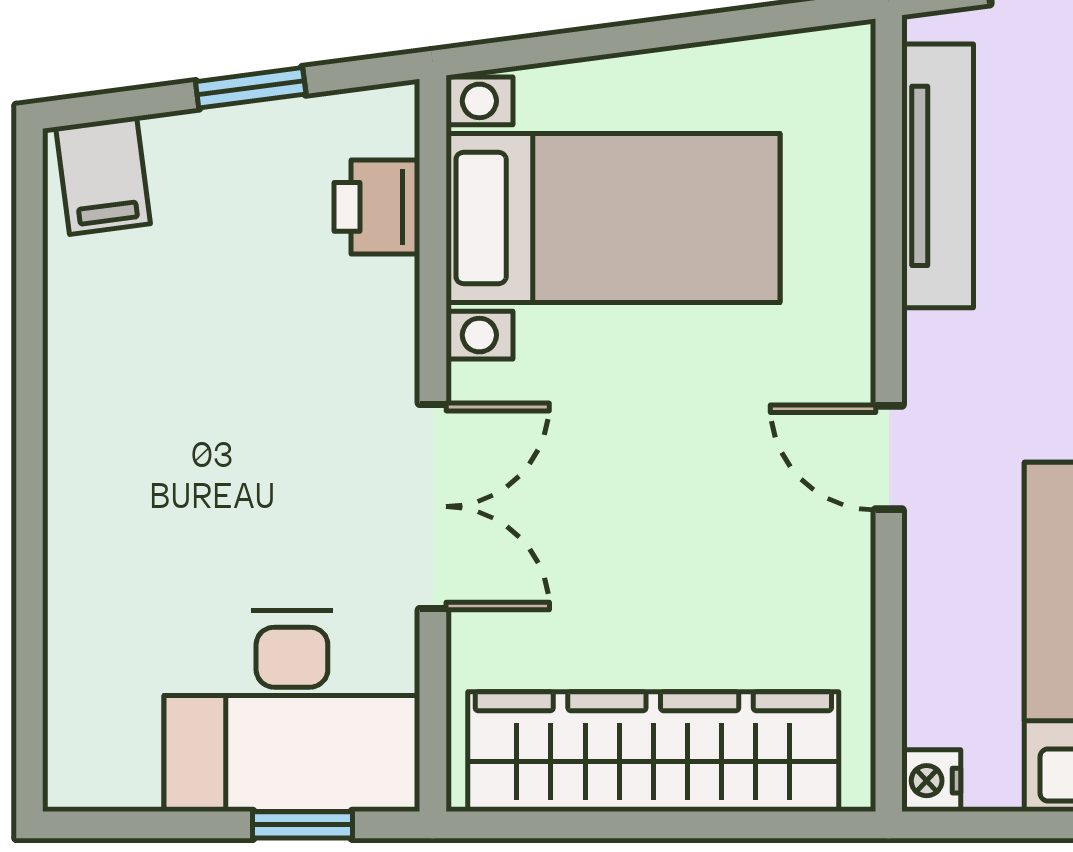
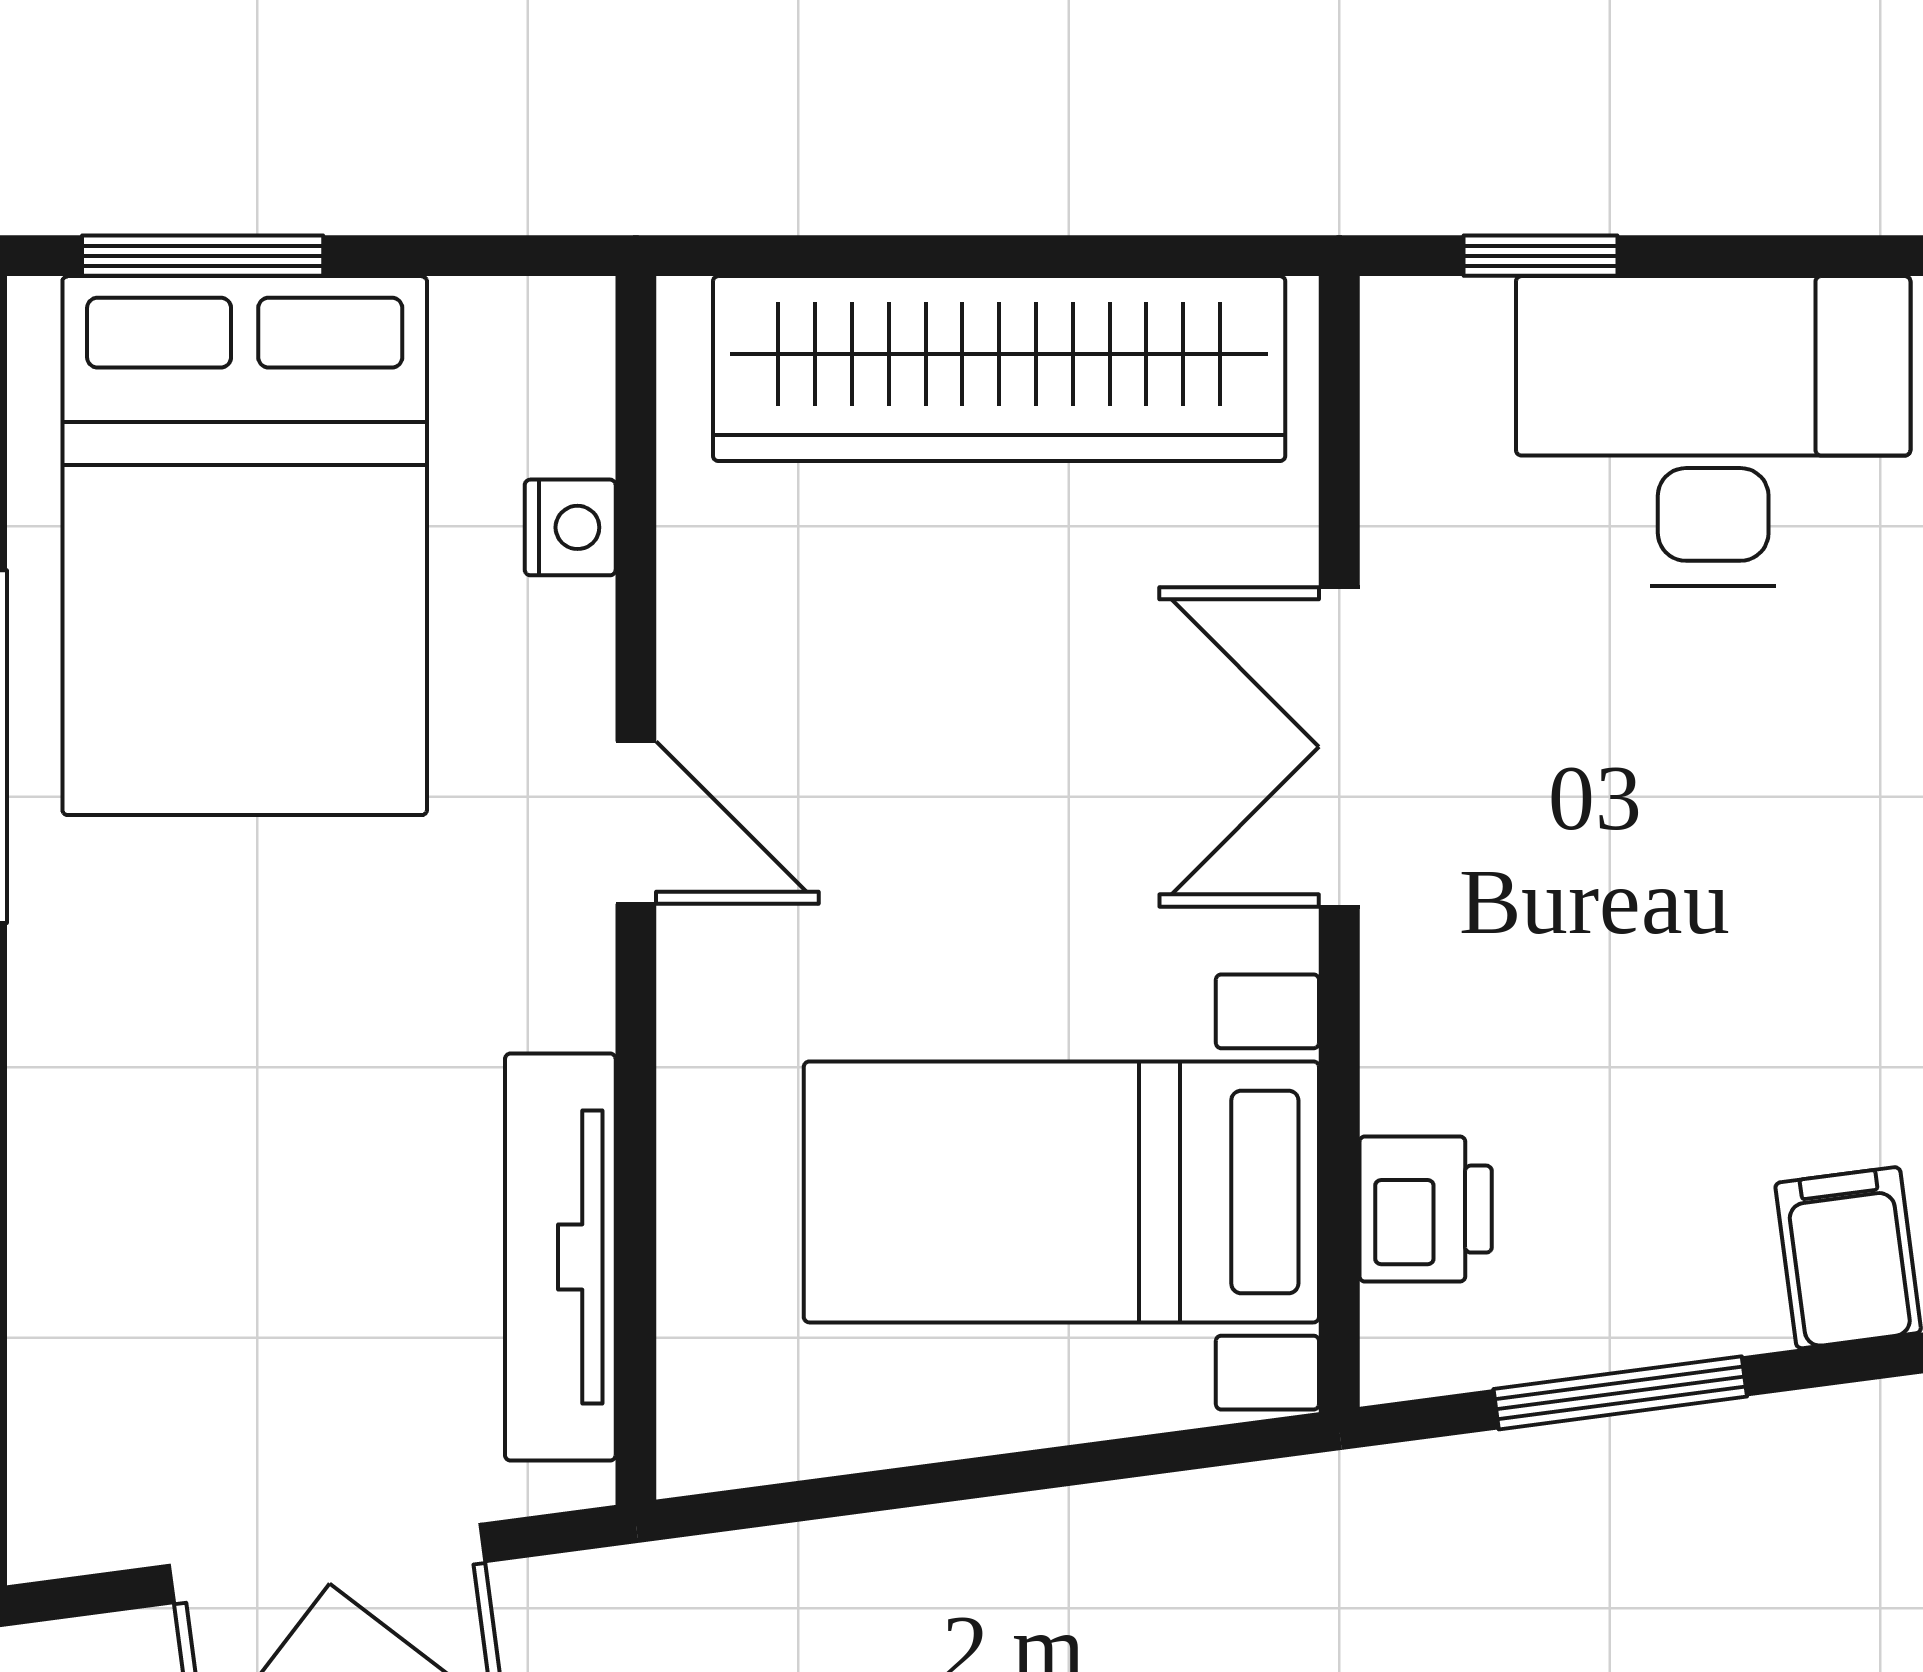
window: (251, 88) -> (1620, 1393), width x1.50
desk: (292, 711) -> (1713, 431), moved
nightstand: (931, 781) -> (570, 527), moved

